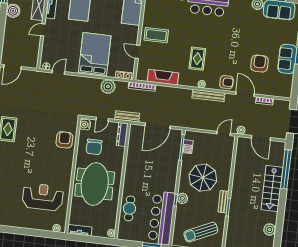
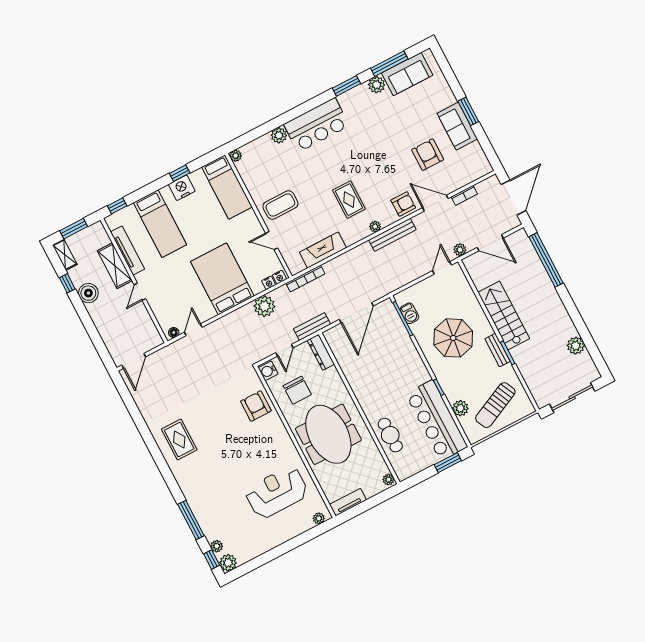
stairs: (272, 188) -> (504, 316), moved, turned 180
plant: (182, 198) -> (460, 408), moved

